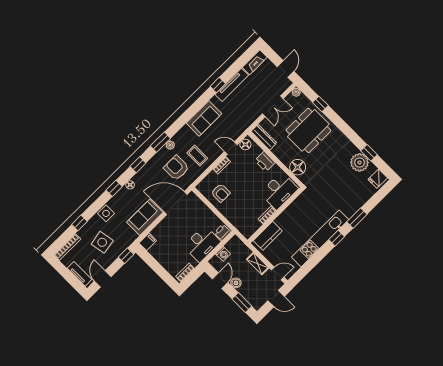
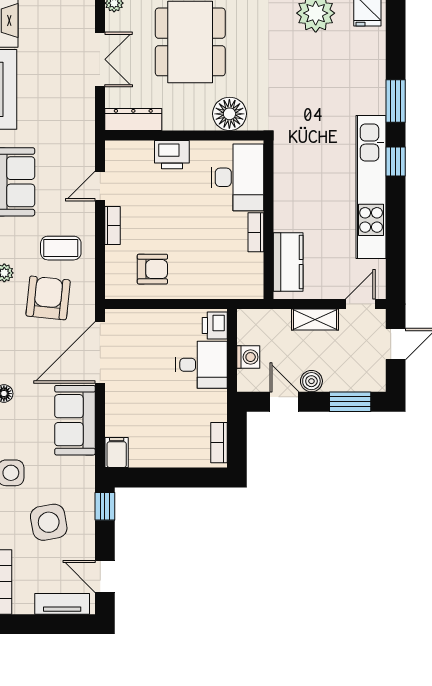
floor lamp: (245, 144) -> (116, 158), removed
armchair: (176, 168) -> (48, 298), turned 96
desk: (202, 244) -> (201, 365), width x0.73

